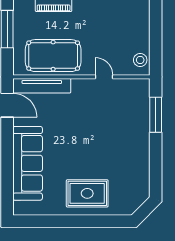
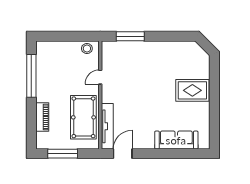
sofa: (28, 163) -> (176, 140), width x0.74, depth x0.79
rug: (87, 193) -> (192, 90), turned 90

